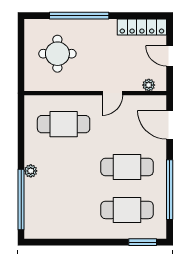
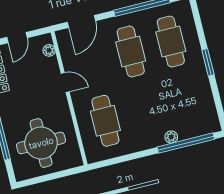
round table: (57, 54) -> (41, 143), width x1.36, depth x1.36
plant: (31, 171) -> (171, 137), moved
window: (143, 242) -> (208, 62), moved

